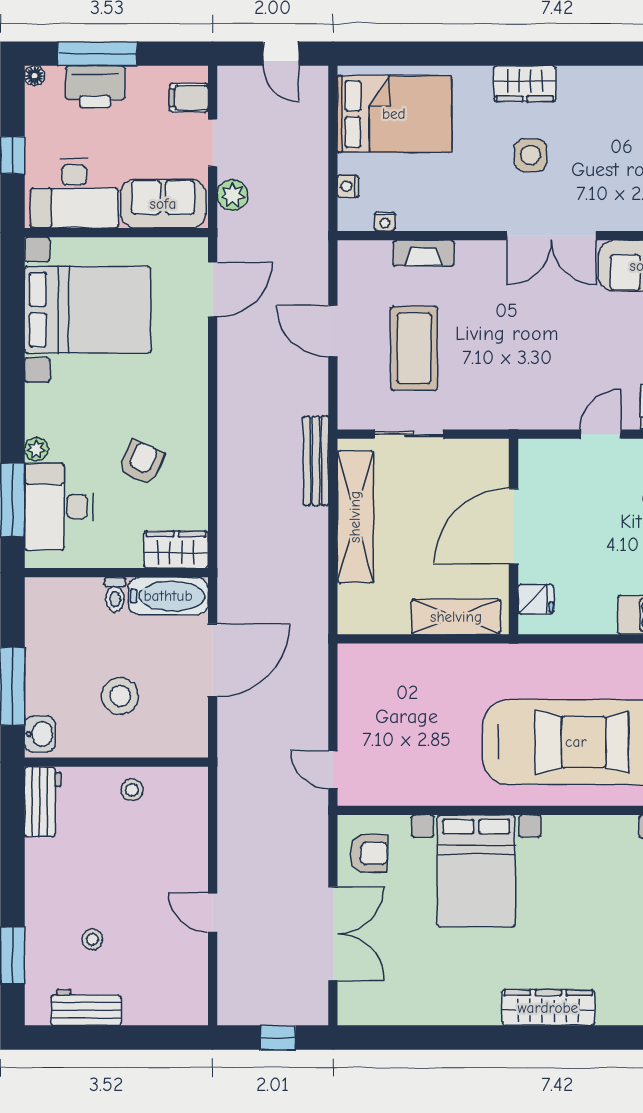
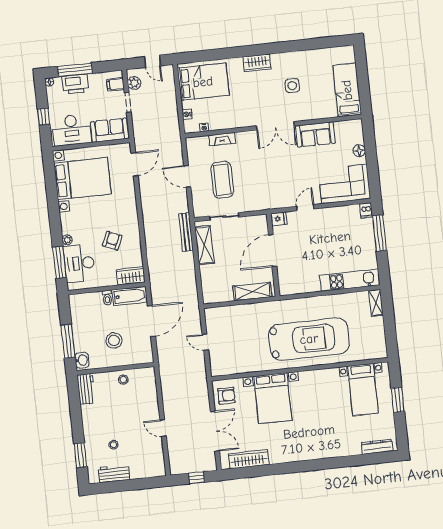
side table: (530, 155) -> (292, 86), moved
plant: (233, 195) -> (134, 83), moved
shelving: (355, 517) -> (204, 245), width x0.68
fridge: (536, 599) -> (279, 219), moved
door: (333, 770) -> (205, 342), moved
wardrobe: (548, 1008) -> (249, 459), moved

